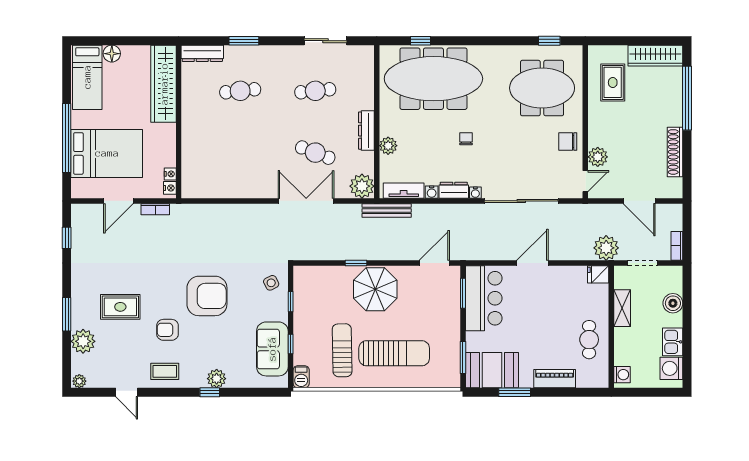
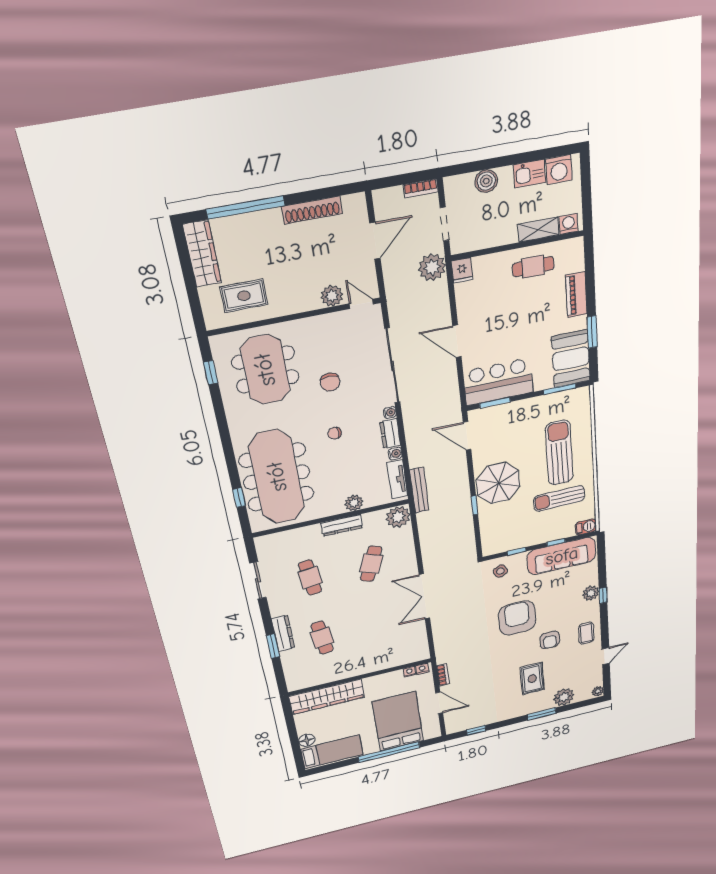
dresser: (202, 53) -> (283, 633), moved
chair: (568, 142) -> (330, 382), moved
double door: (306, 201) -> (424, 596), moved
shelving: (622, 308) -> (538, 230), moved
sofa: (272, 349) -> (562, 556), width x1.36

